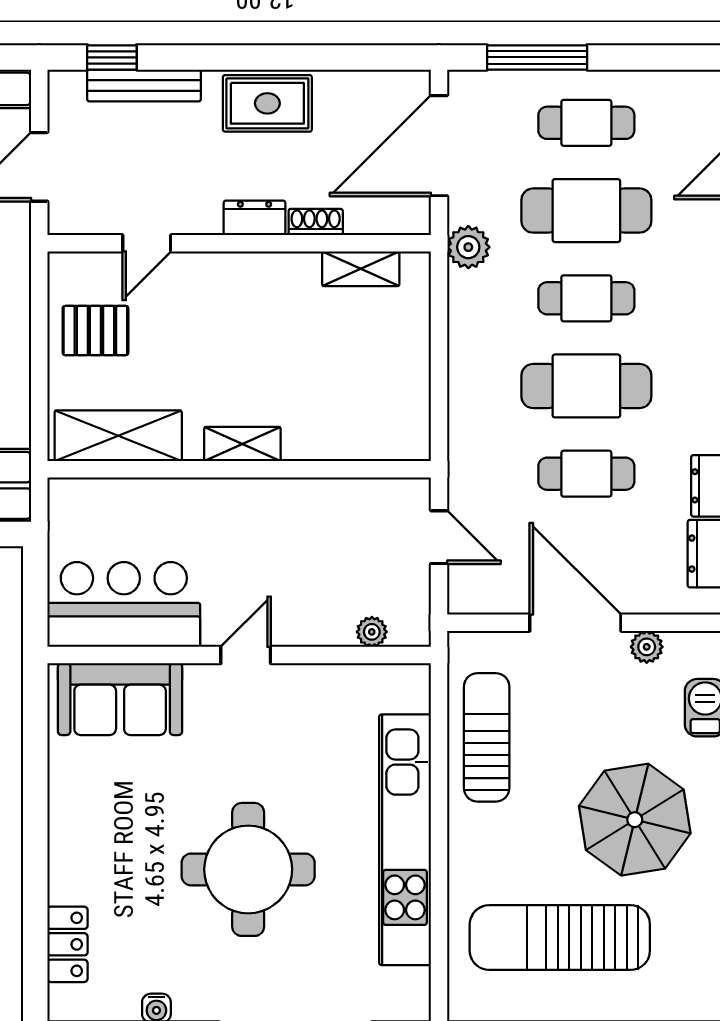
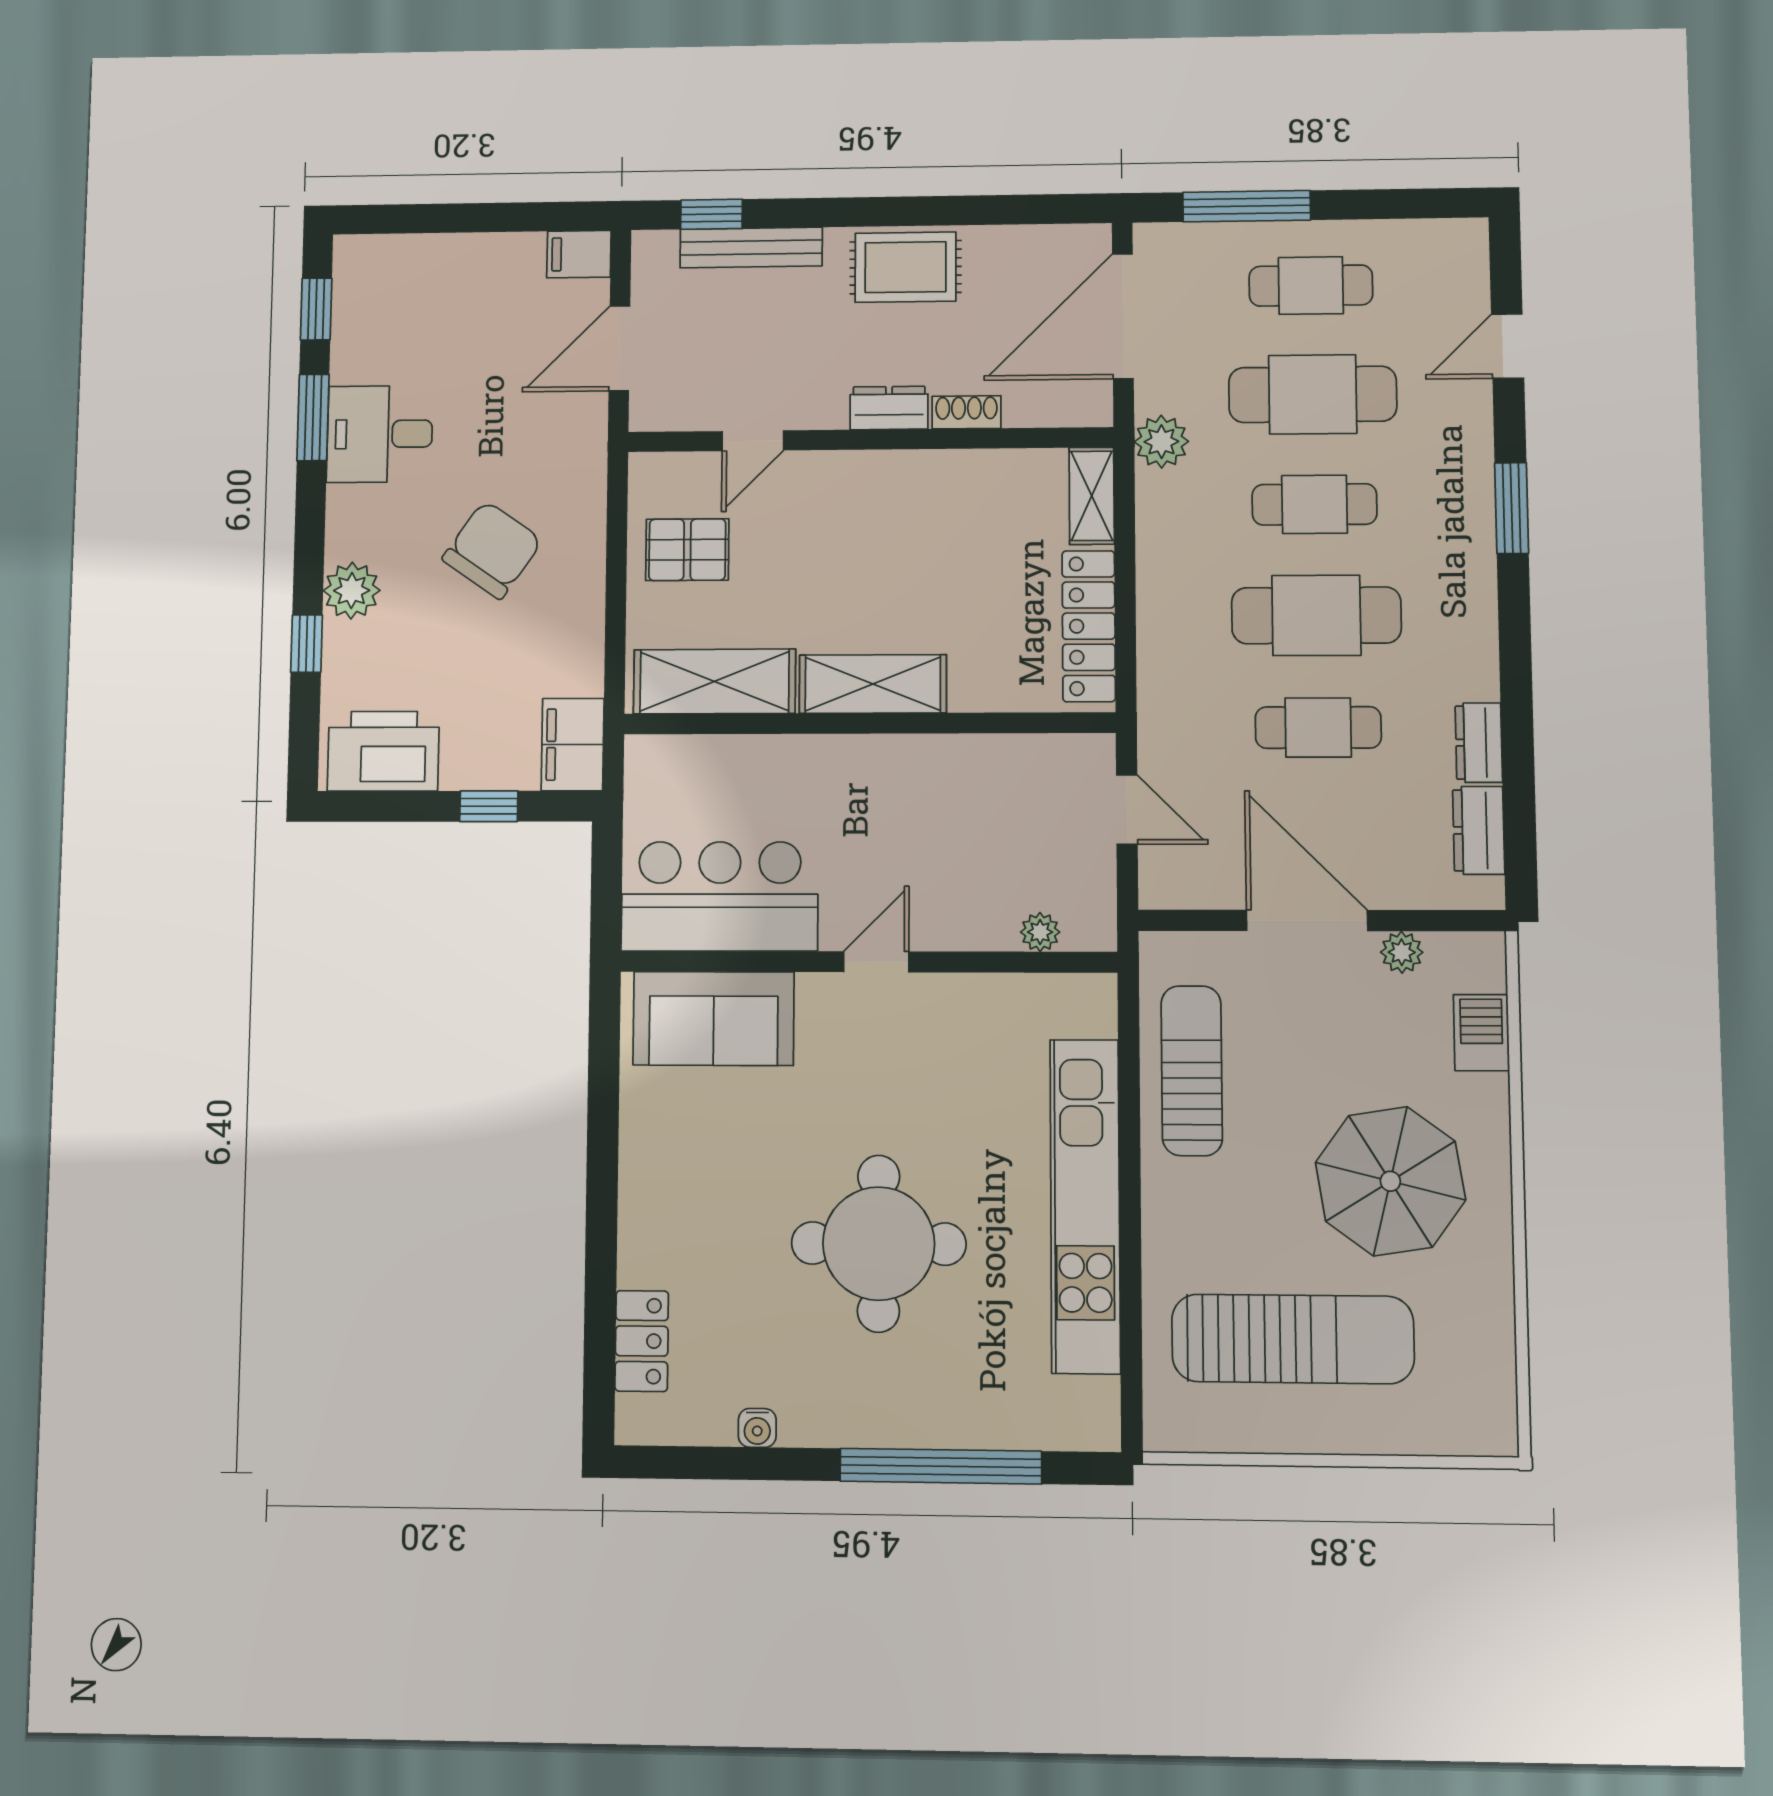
shelving: (361, 269) -> (1092, 496), moved, turned 90
locker: (411, 393) -> (1089, 626), added
shelving: (242, 444) -> (873, 684), width x1.50, depth x1.33
sun lounger: (560, 938) -> (1293, 1339), turned 180

